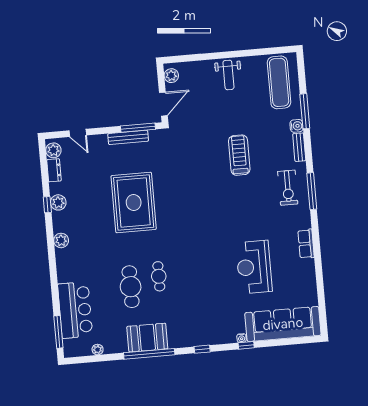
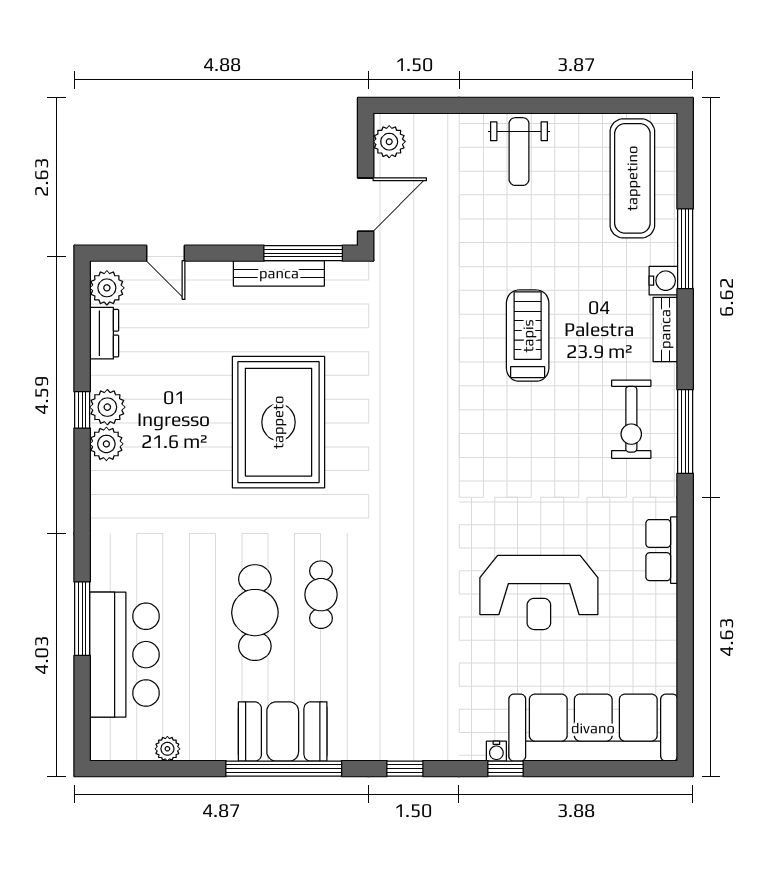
plant: (61, 240) -> (106, 444), moved
reception desk: (254, 267) -> (539, 592), turned -90
window: (58, 332) -> (82, 619), moved

